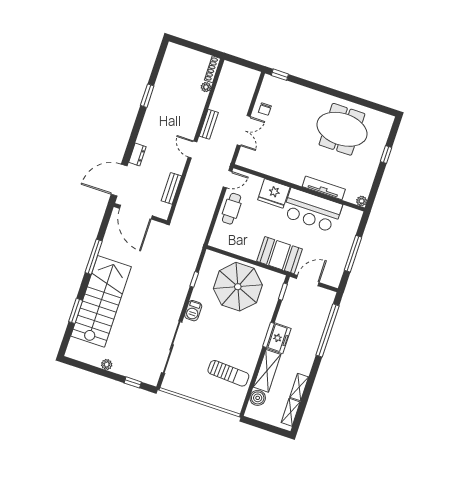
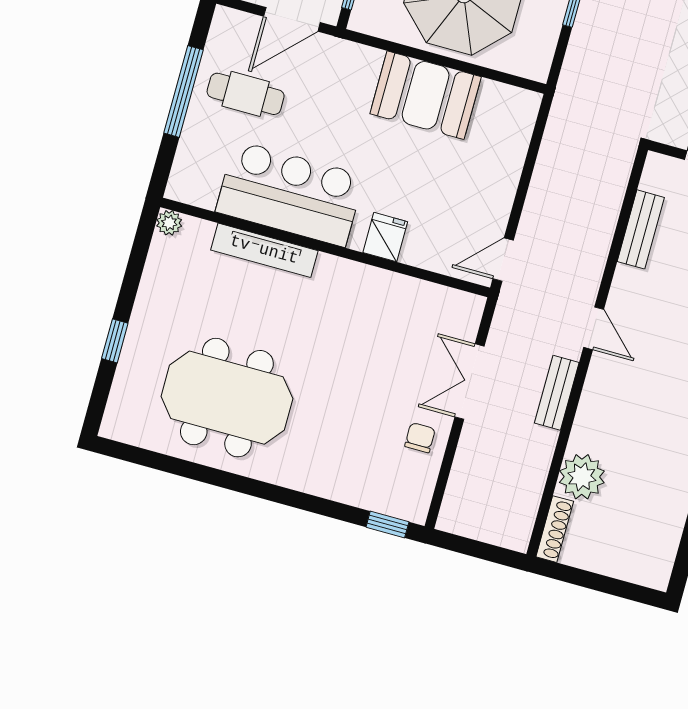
plant: (206, 87) -> (582, 477), width x1.87, depth x1.87
fridge: (274, 193) -> (385, 237), width x0.53, depth x0.75
cafe table: (232, 209) -> (246, 94), moved, turned 90
booth: (279, 255) -> (426, 95), moved

